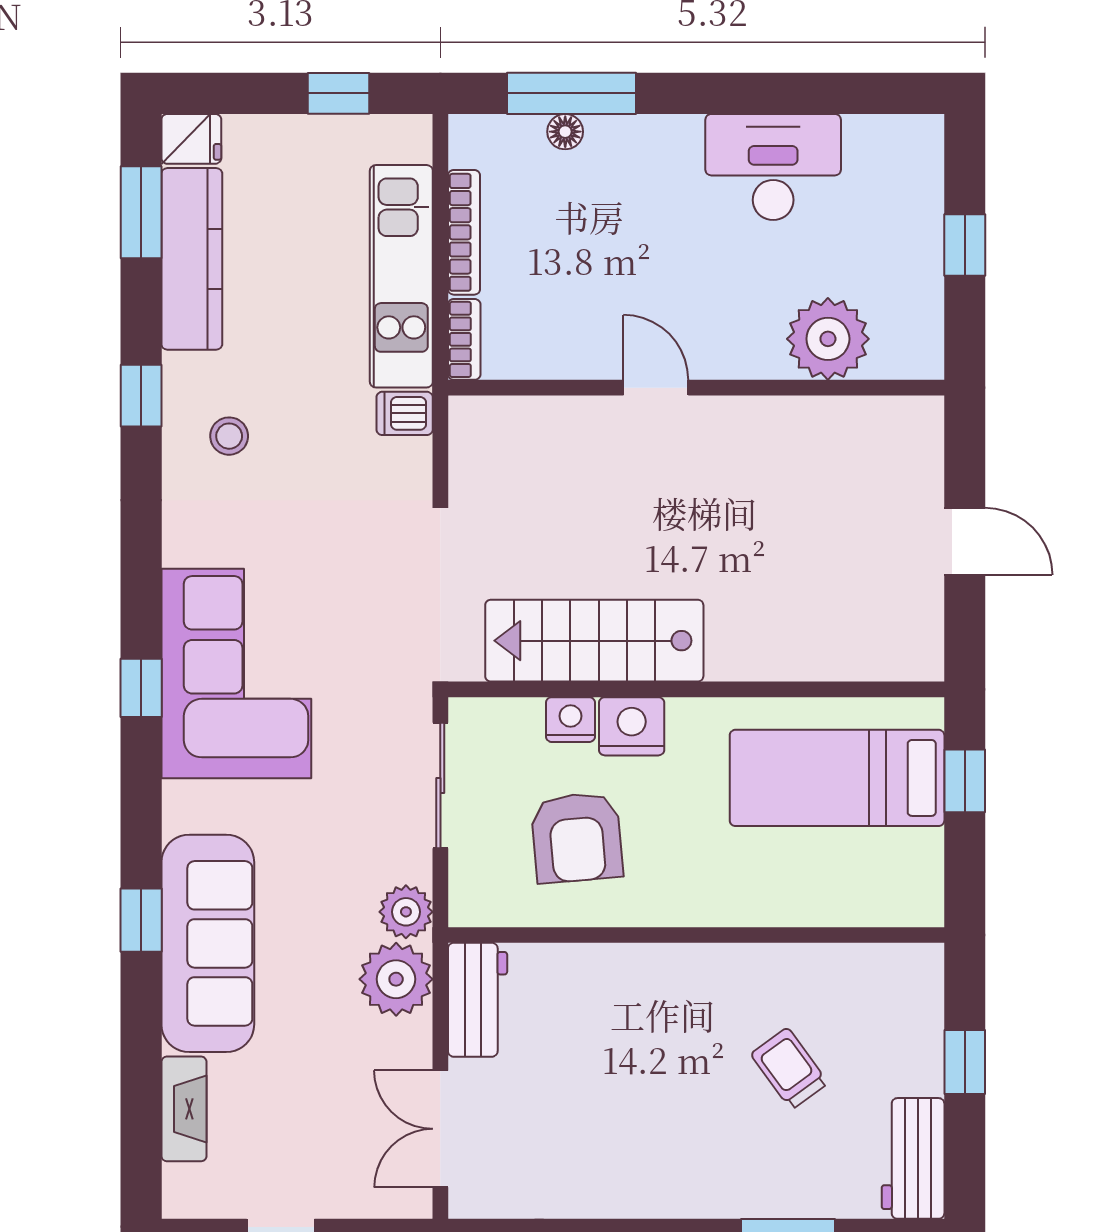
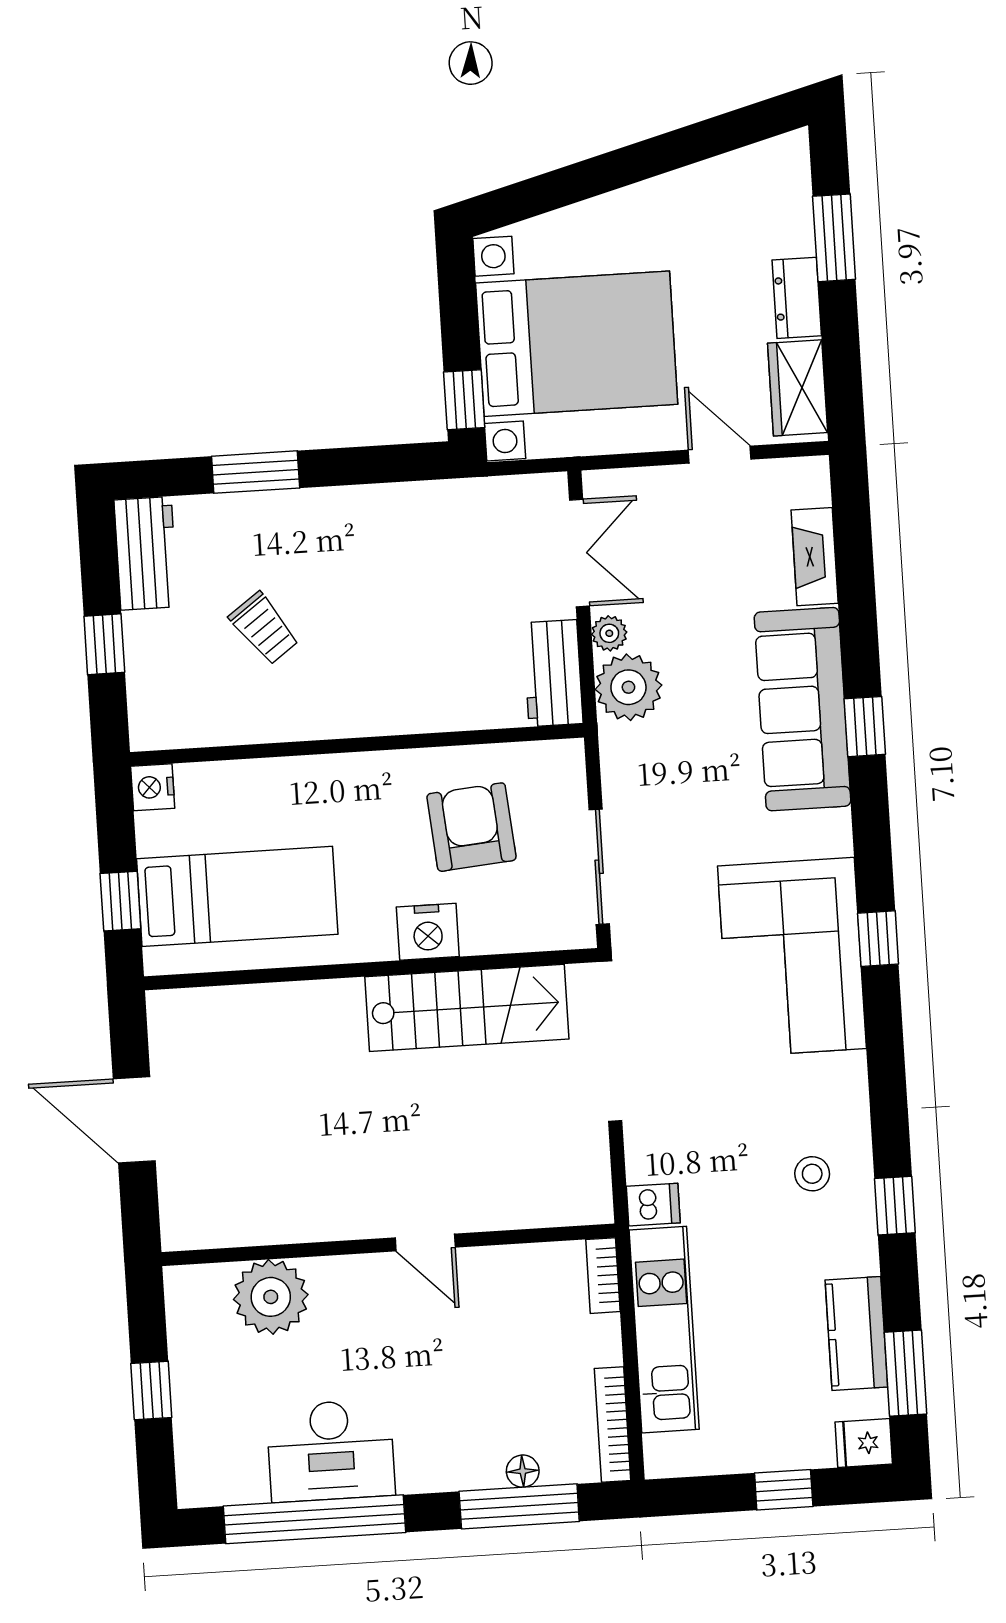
window: (338, 93) -> (784, 1490), moved
window: (795, 93) -> (315, 1519), added
bookcase: (464, 232) -> (613, 1424), moved
kitchen counter: (192, 259) -> (856, 1333), width x0.67
door: (965, 541) -> (134, 1120), width x1.37
nightstand: (570, 720) -> (153, 787), moved, turned 90
plant: (406, 912) -> (609, 633), moved, width x0.73, depth x0.73

